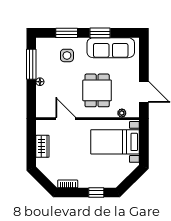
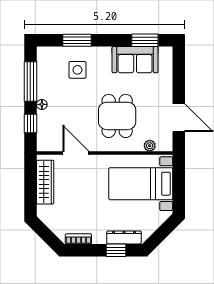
window: (100, 33) -> (145, 40), moved
sofa: (111, 48) -> (135, 60), width x0.73
window: (31, 96) -> (30, 123), added
wardrobe: (42, 146) -> (45, 182), width x1.50
dresser: (102, 183) -> (124, 237), added

